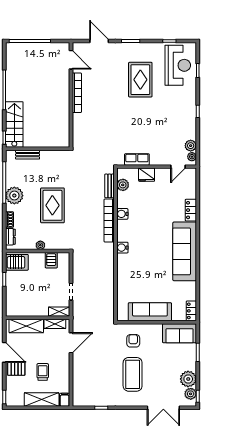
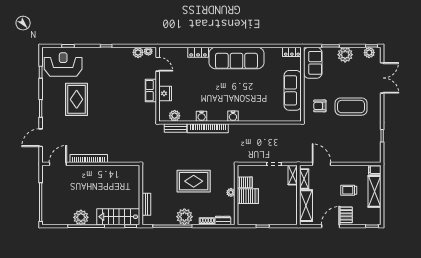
rug: (140, 80) -> (77, 99), turned 90
plant: (14, 84) -> (81, 217), added
row of seats: (137, 159) -> (151, 91), moved
server rack: (17, 262) -> (248, 196), moved, turned 90
plant: (188, 379) -> (345, 55), moved

